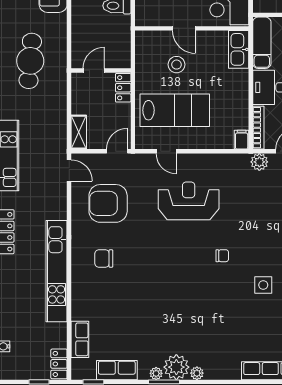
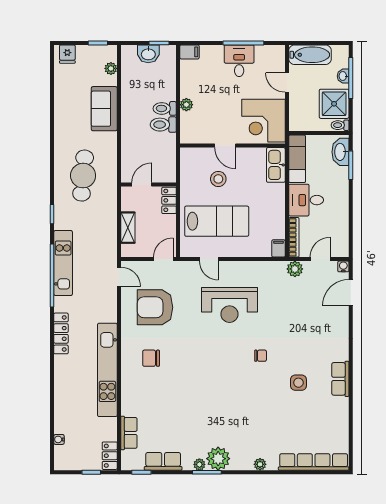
shelving: (79, 132) -> (128, 228), moved
reception desk: (189, 201) -> (229, 305), turned 180
plant: (197, 373) -> (260, 464), moved

